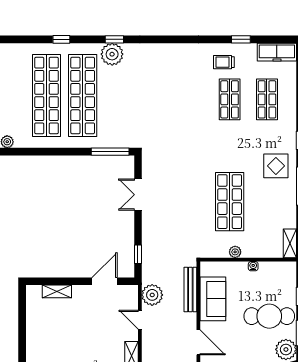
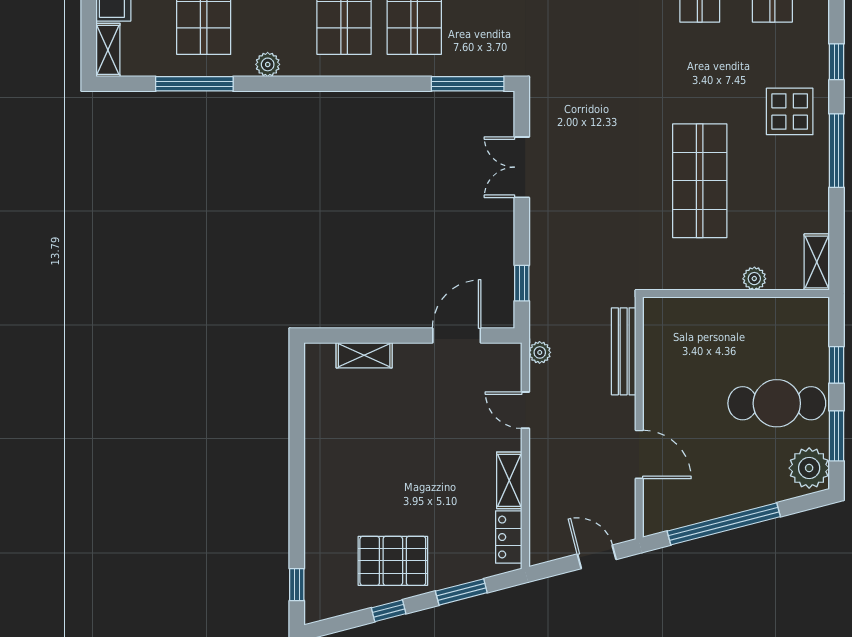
plant: (235, 252) -> (754, 279), moved
water cooler: (253, 266) -> (746, 306), removed
plant: (152, 295) -> (540, 352), width x0.53, depth x0.53
sofa: (213, 299) -> (667, 370), removed

